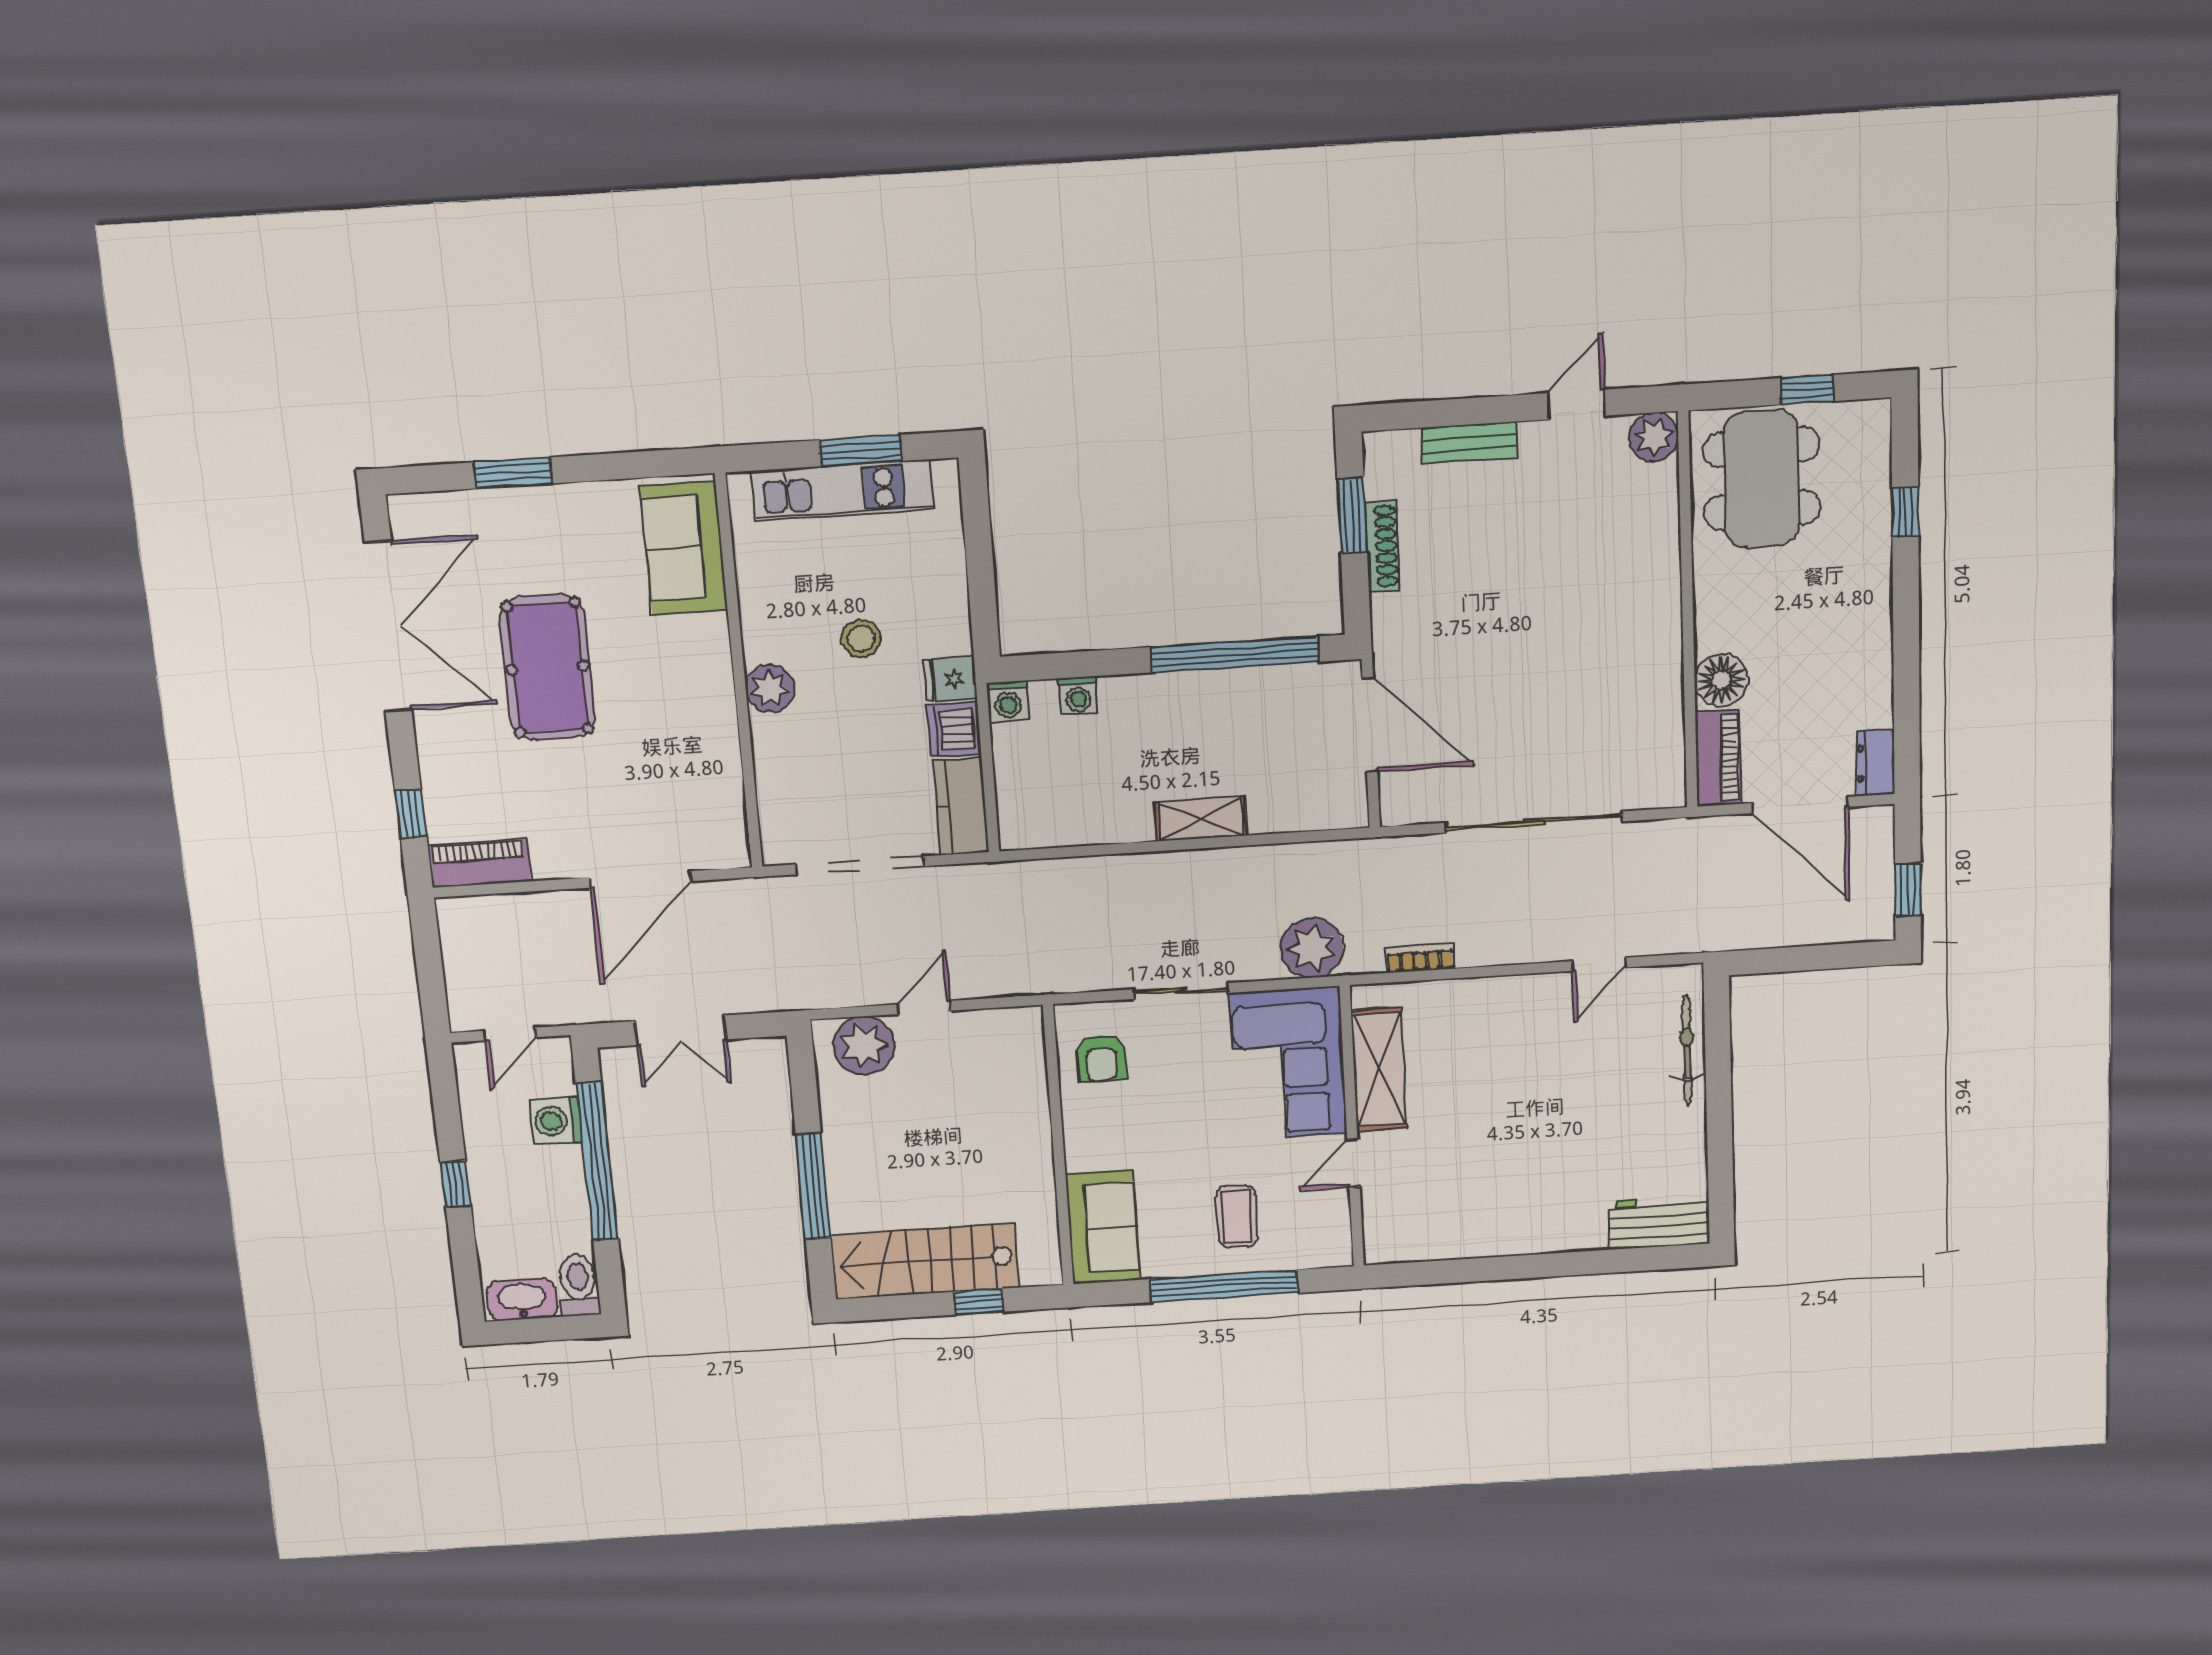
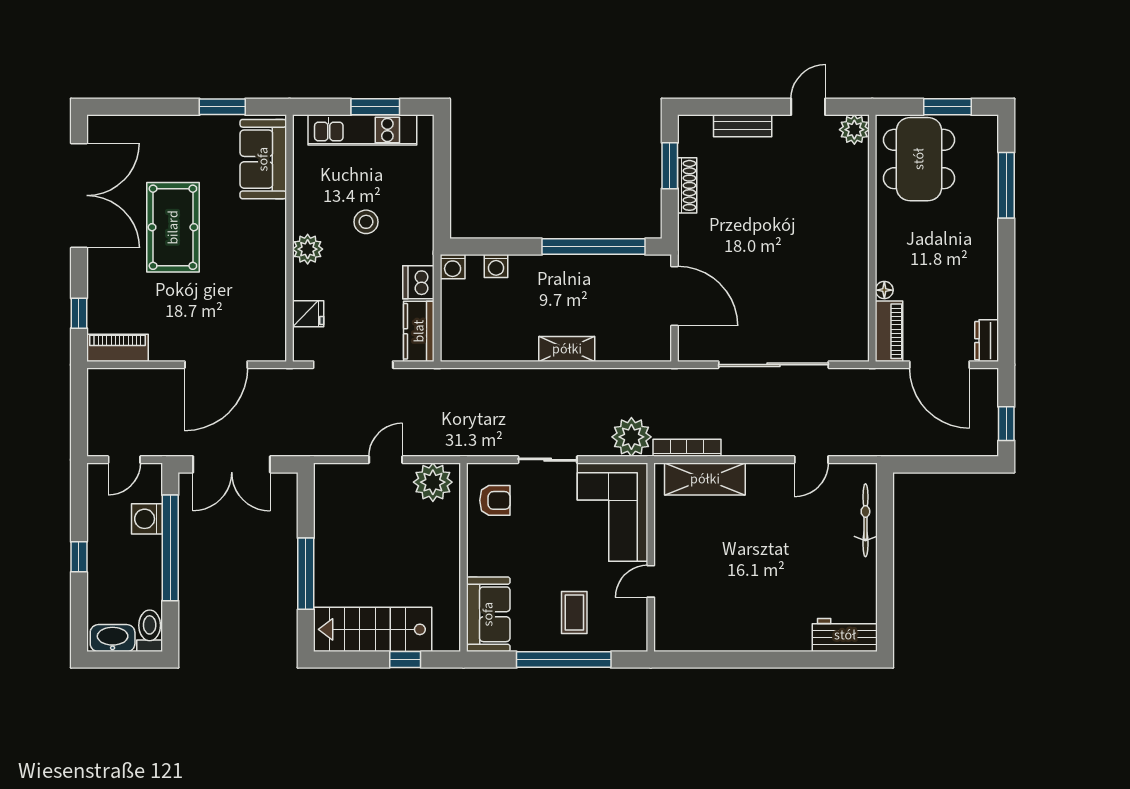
window: (1807, 390) -> (947, 107), width x1.50
window: (513, 473) -> (222, 107), moved
window: (1905, 512) -> (1006, 185), width x2.17
fridge: (950, 679) -> (308, 314), moved, turned 180
floor lamp: (1721, 680) -> (884, 290), width x0.53, depth x0.53
bookcase: (1420, 958) -> (687, 448), width x1.56
double door: (680, 1030) -> (232, 464), width x1.37
plant: (864, 1046) -> (433, 482), moved
armchair: (1101, 1058) -> (495, 500), turned -90
shelving: (1379, 1070) -> (705, 479), moved, turned 90

